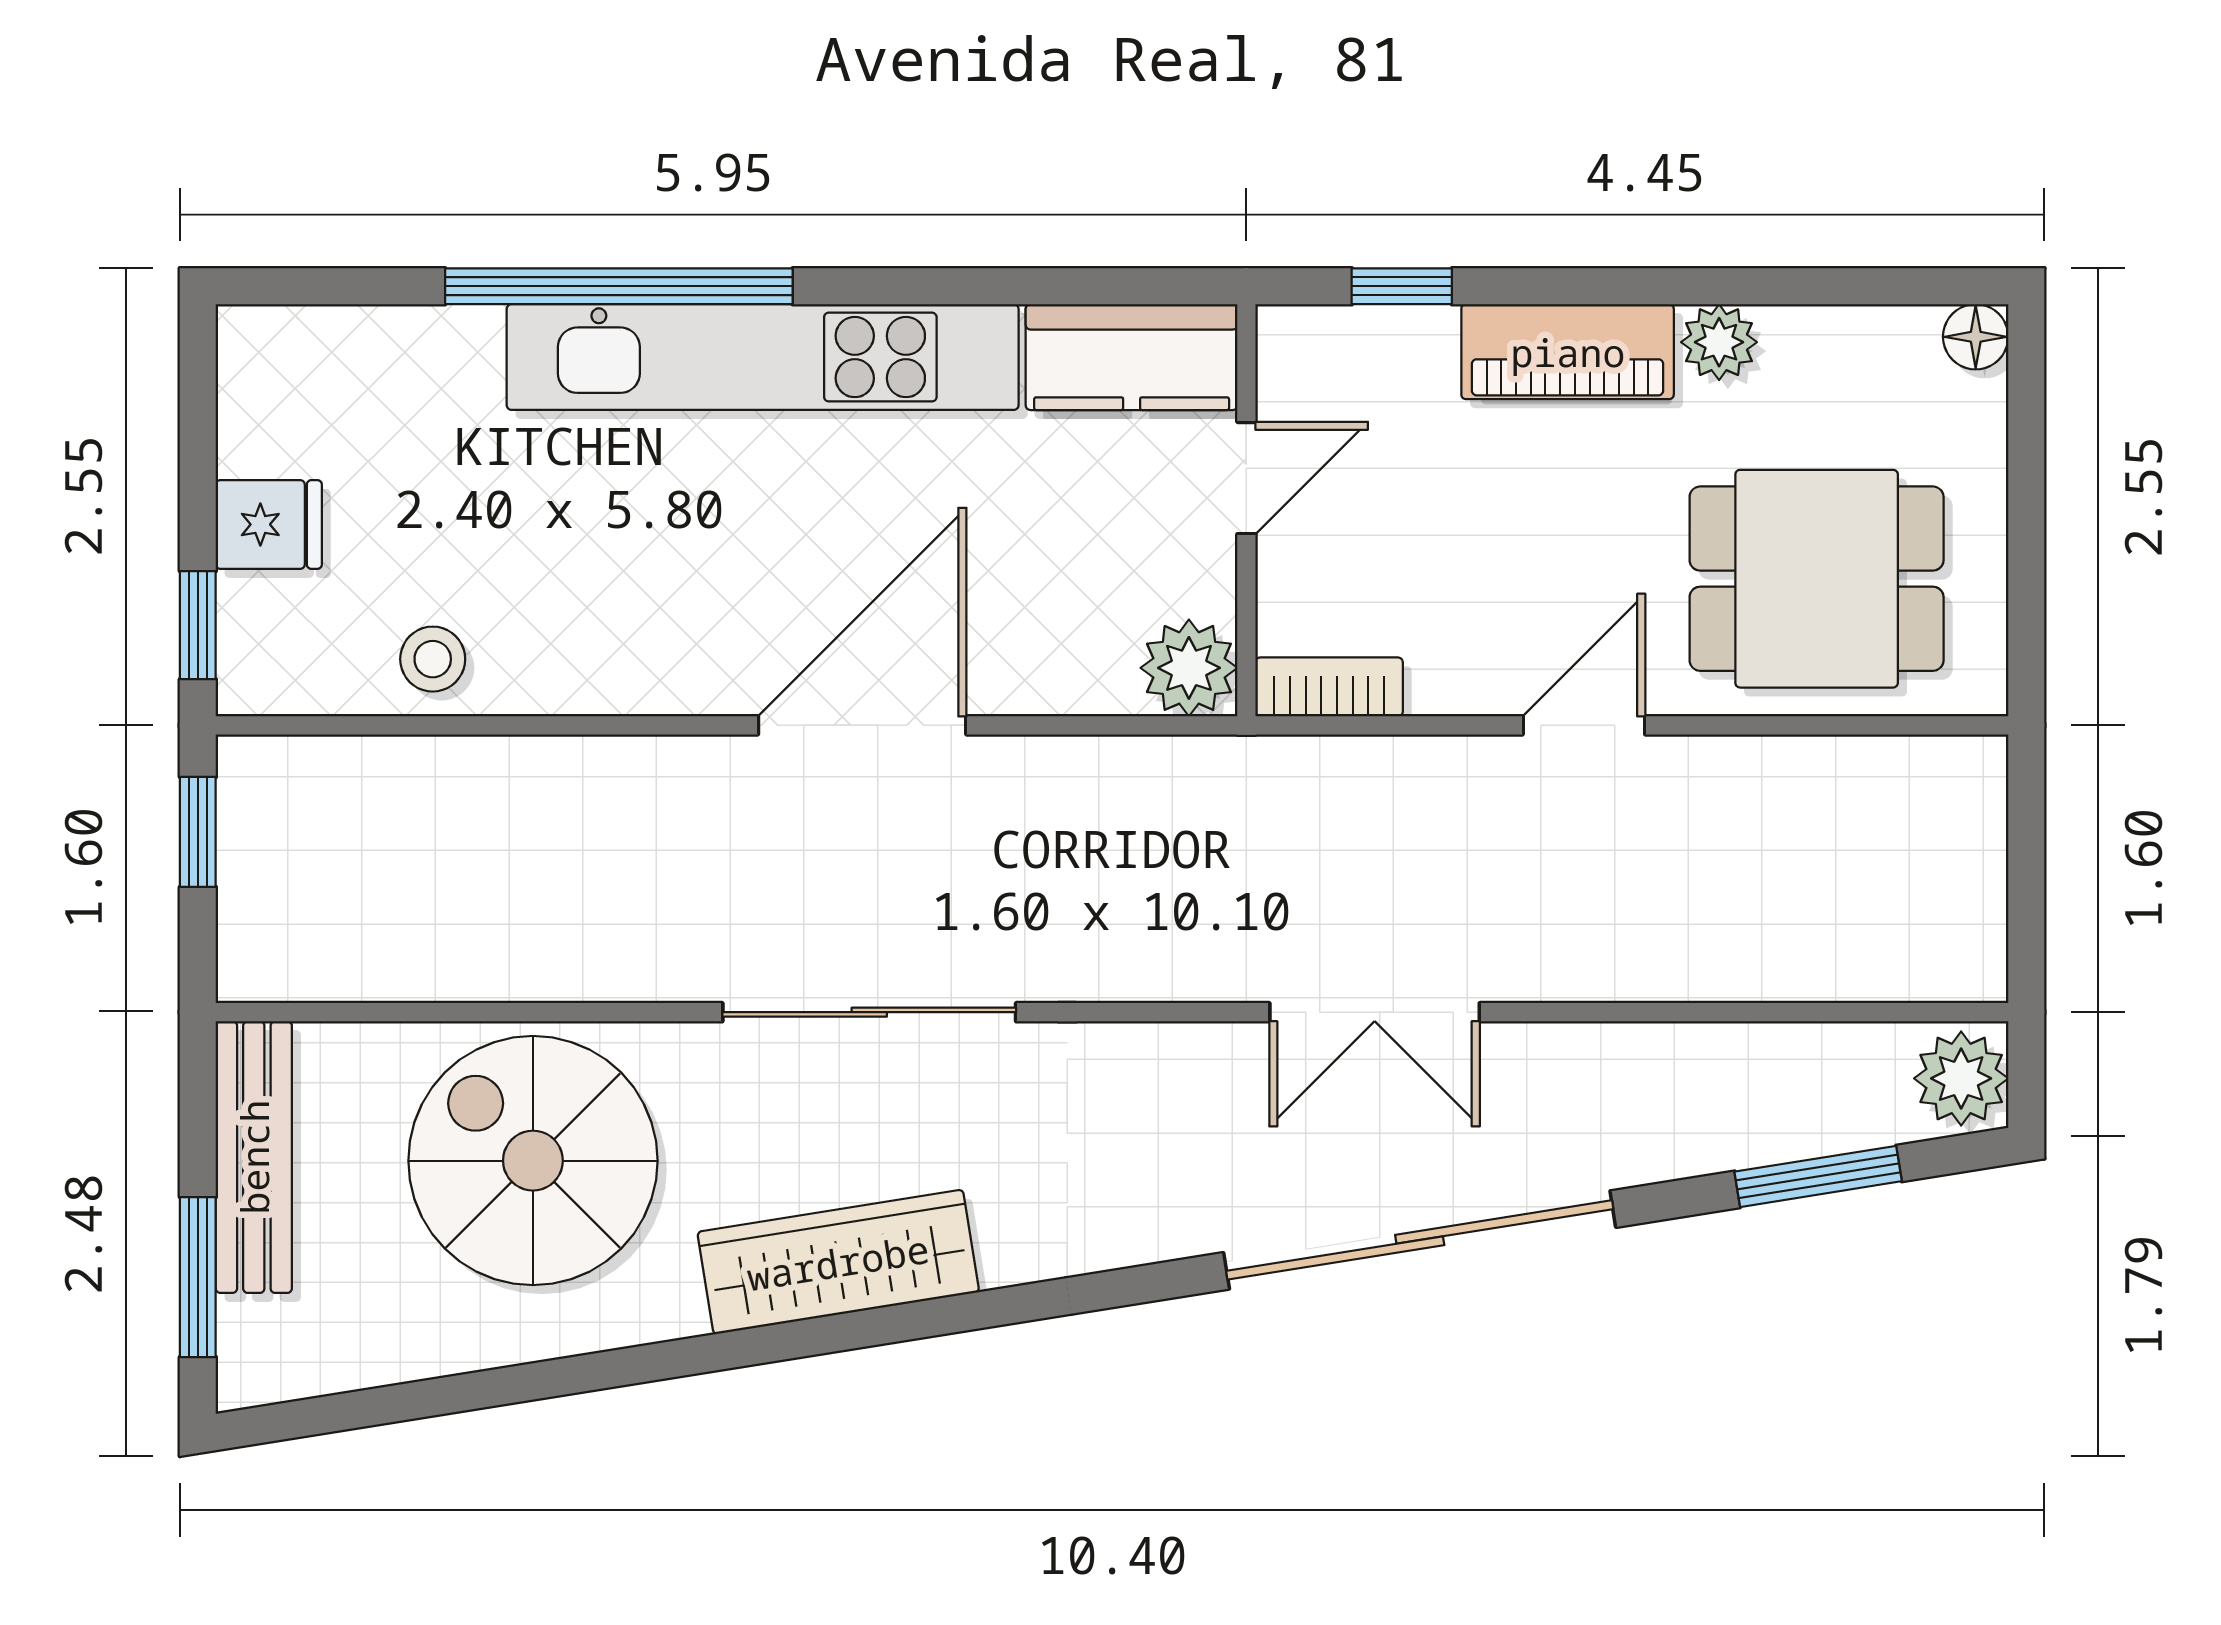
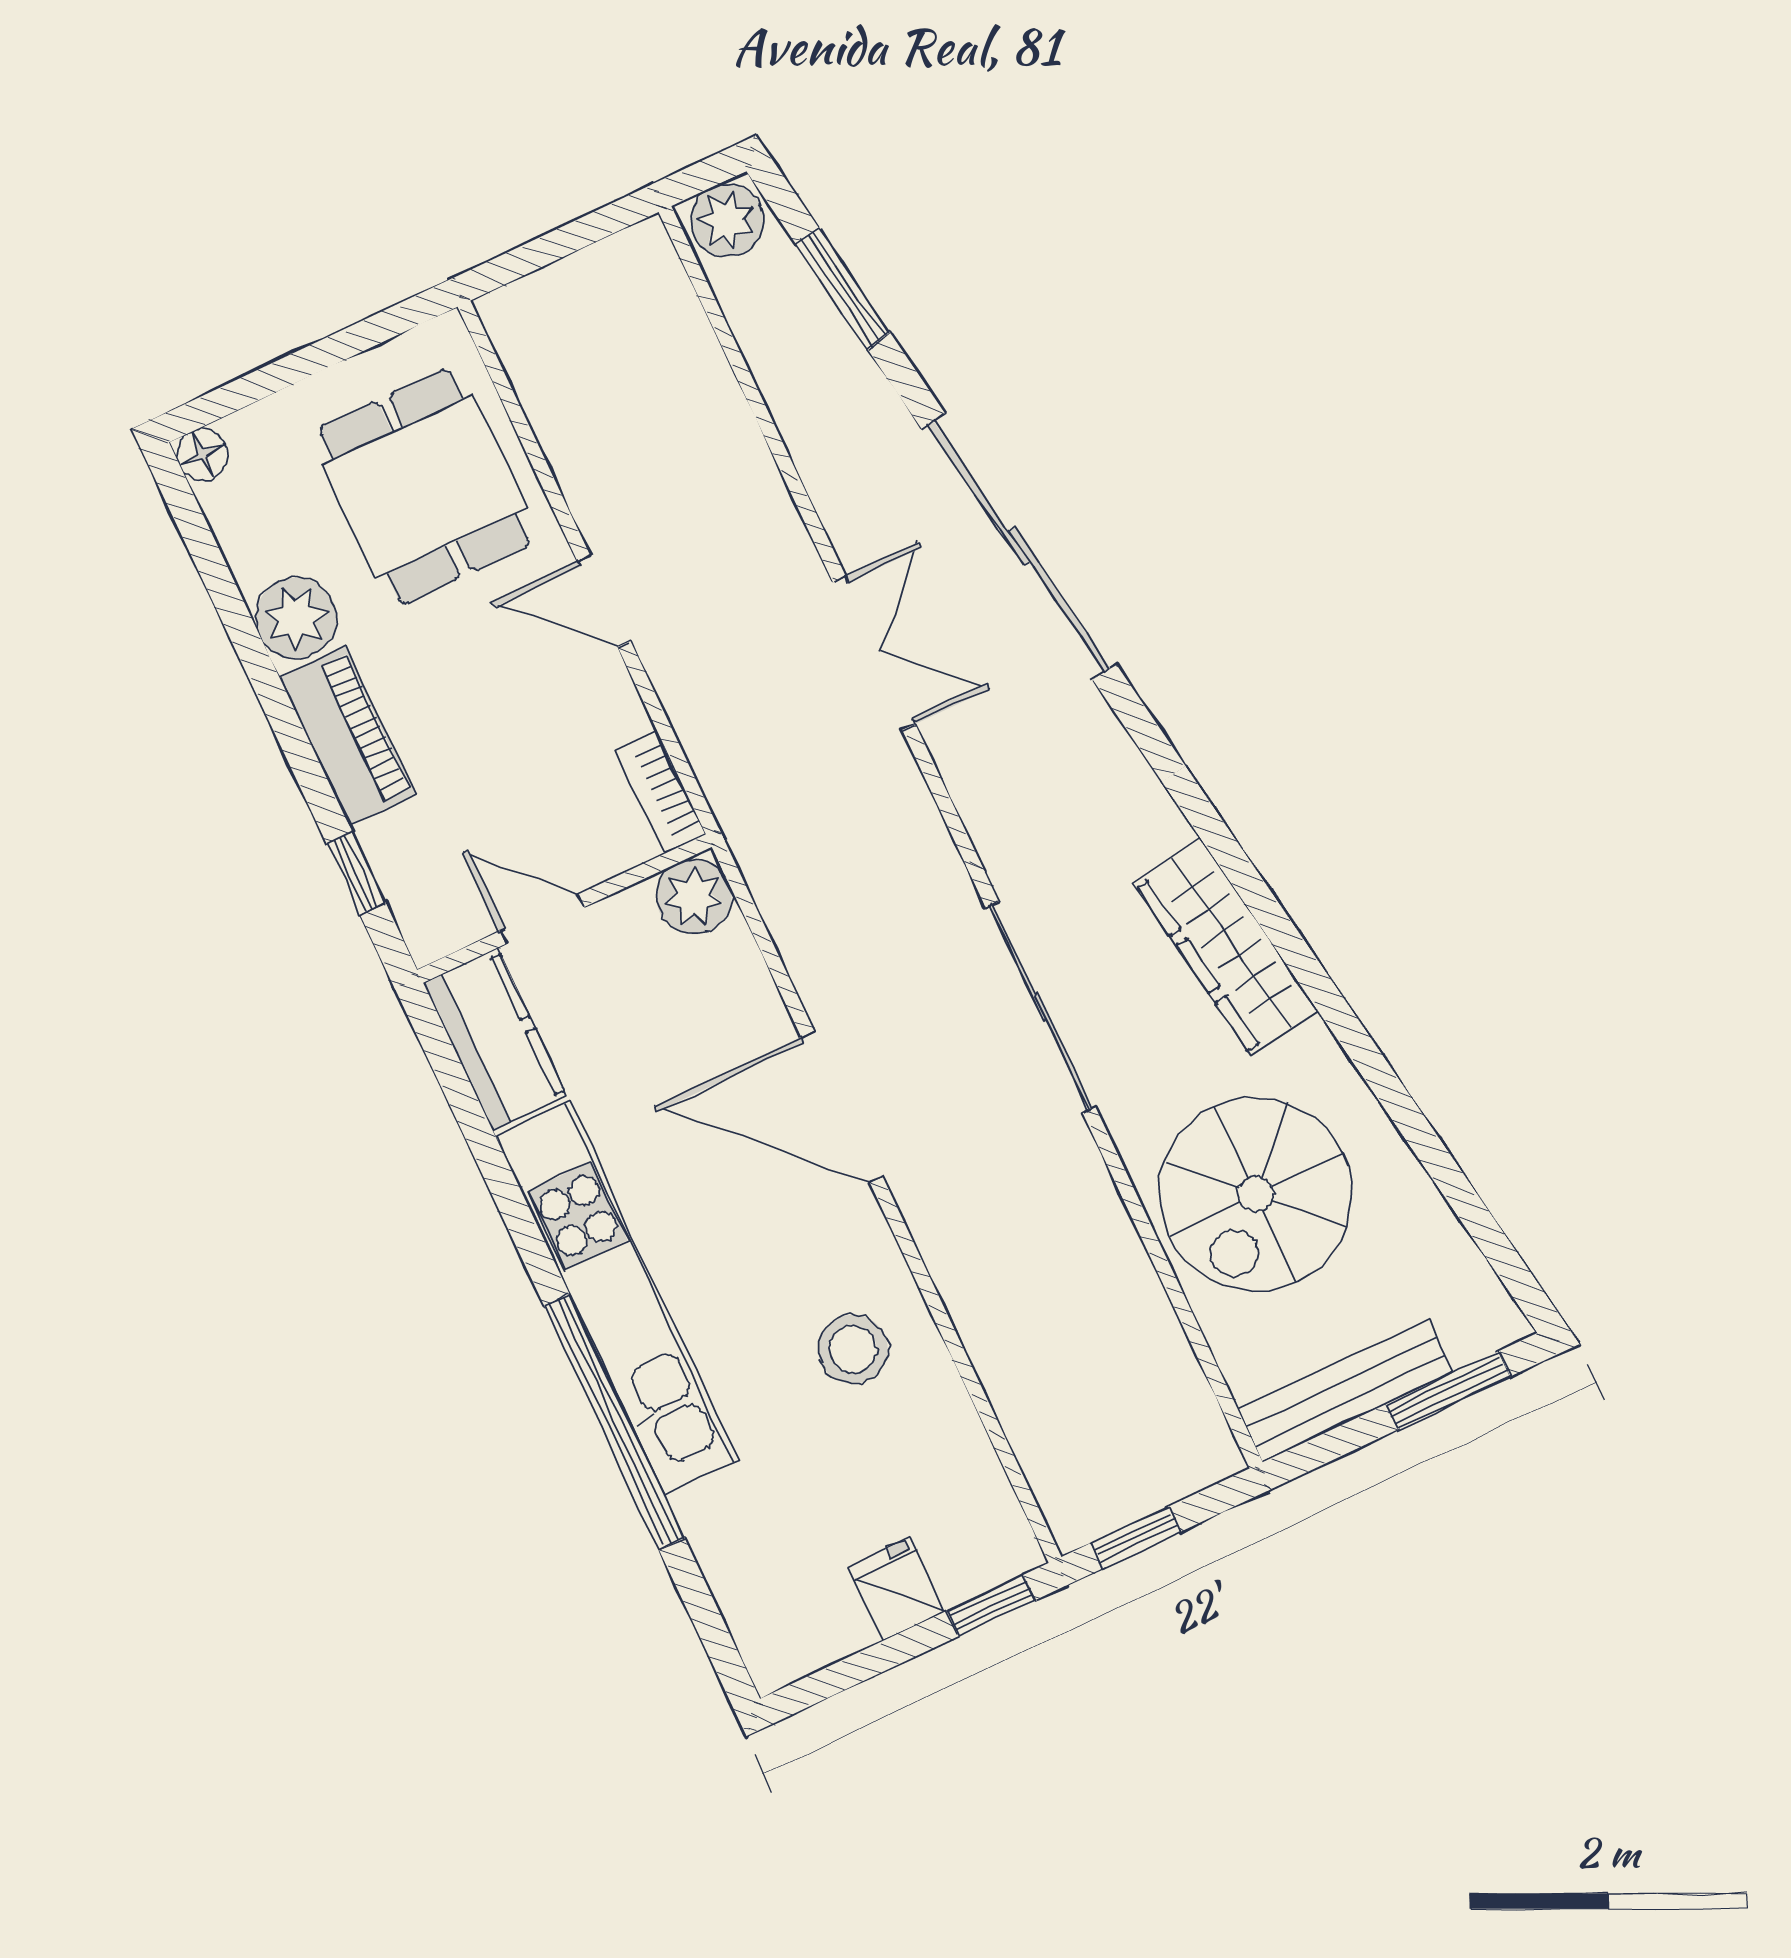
plant: (1719, 342) -> (296, 618), width x1.38, depth x1.38
stool: (433, 659) -> (853, 1349), moved, width x1.37, depth x1.37

